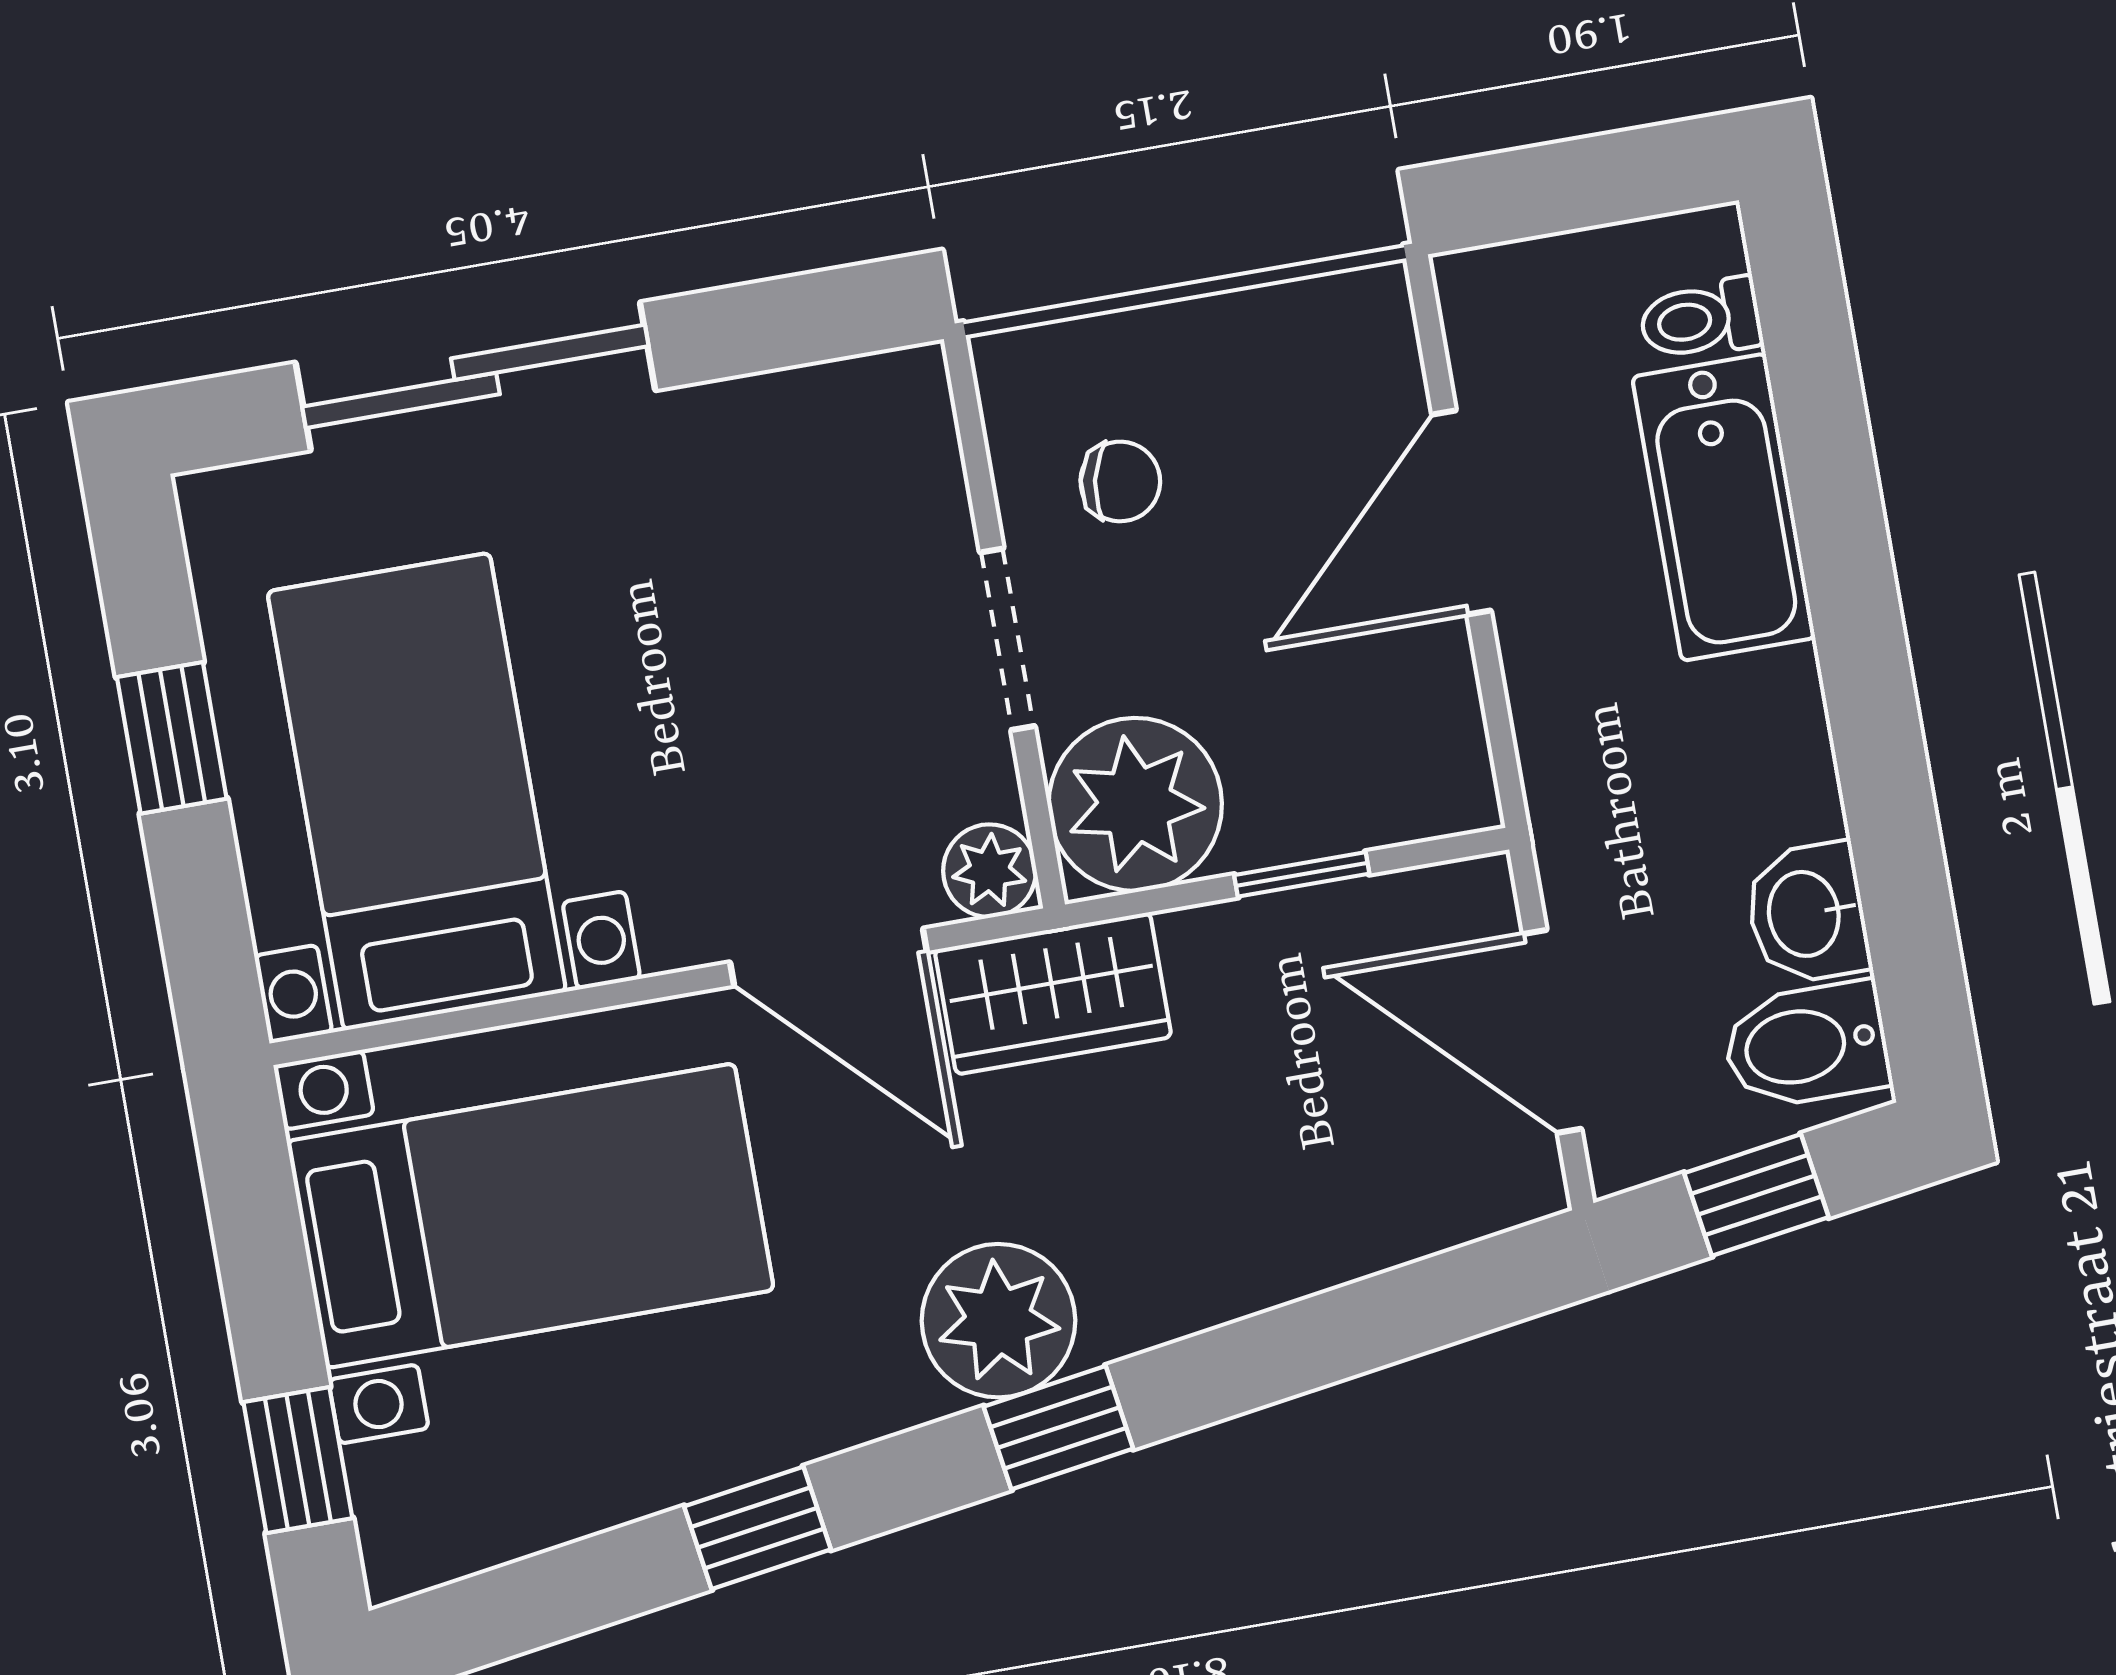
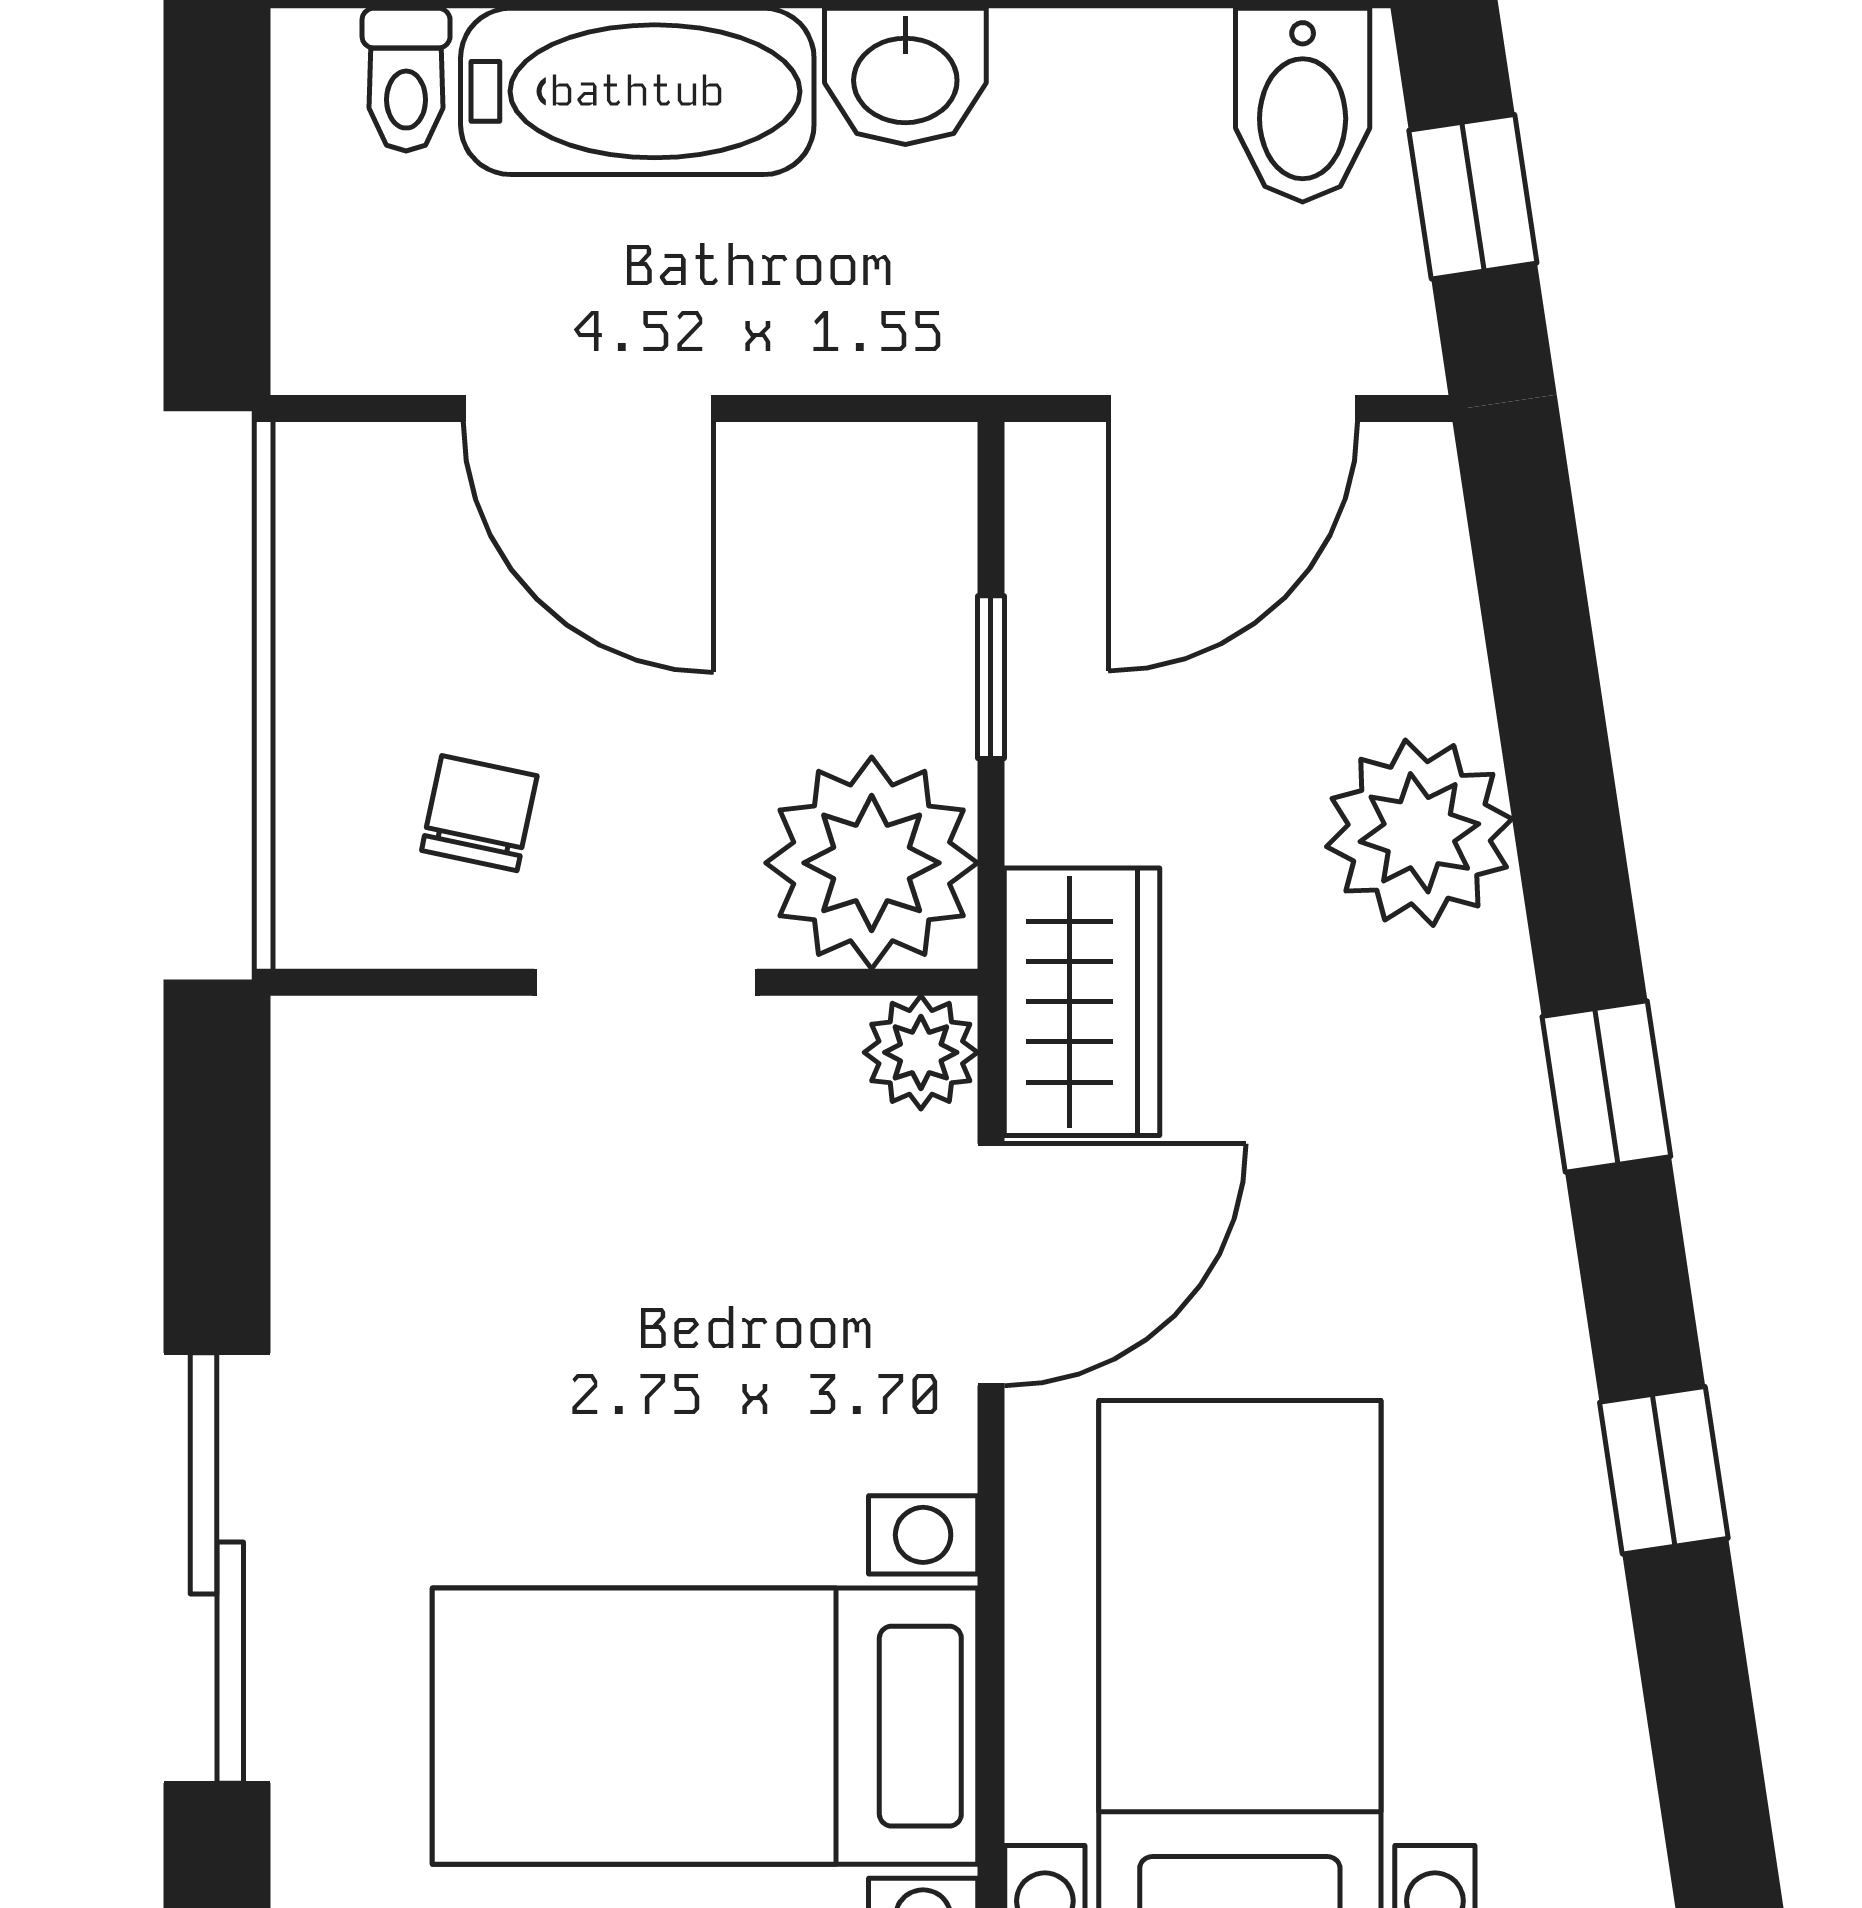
washbasin: (1807, 913) -> (905, 76), moved
plant: (999, 1321) -> (1419, 833), moved

